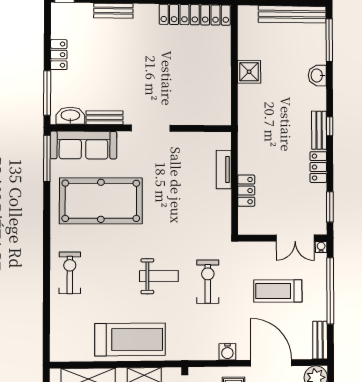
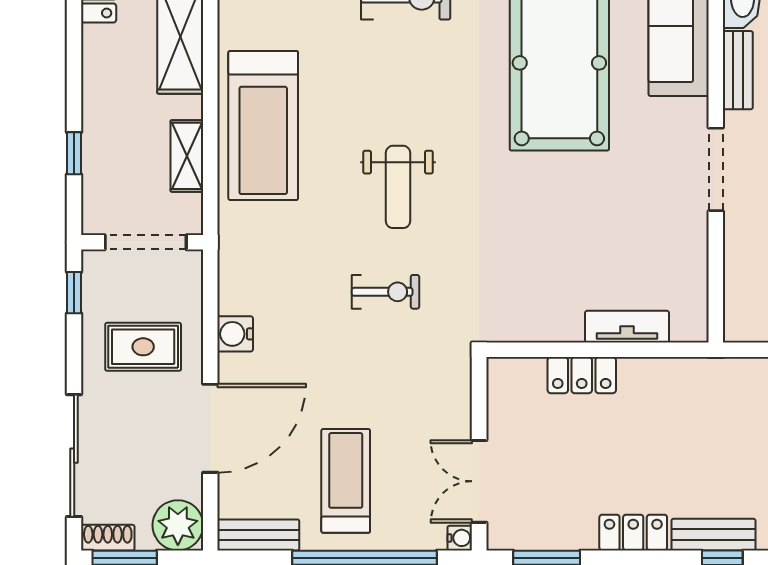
exercise bike: (208, 282) -> (386, 292), width x0.73, depth x0.72
treadmill: (278, 291) -> (346, 481), moved

